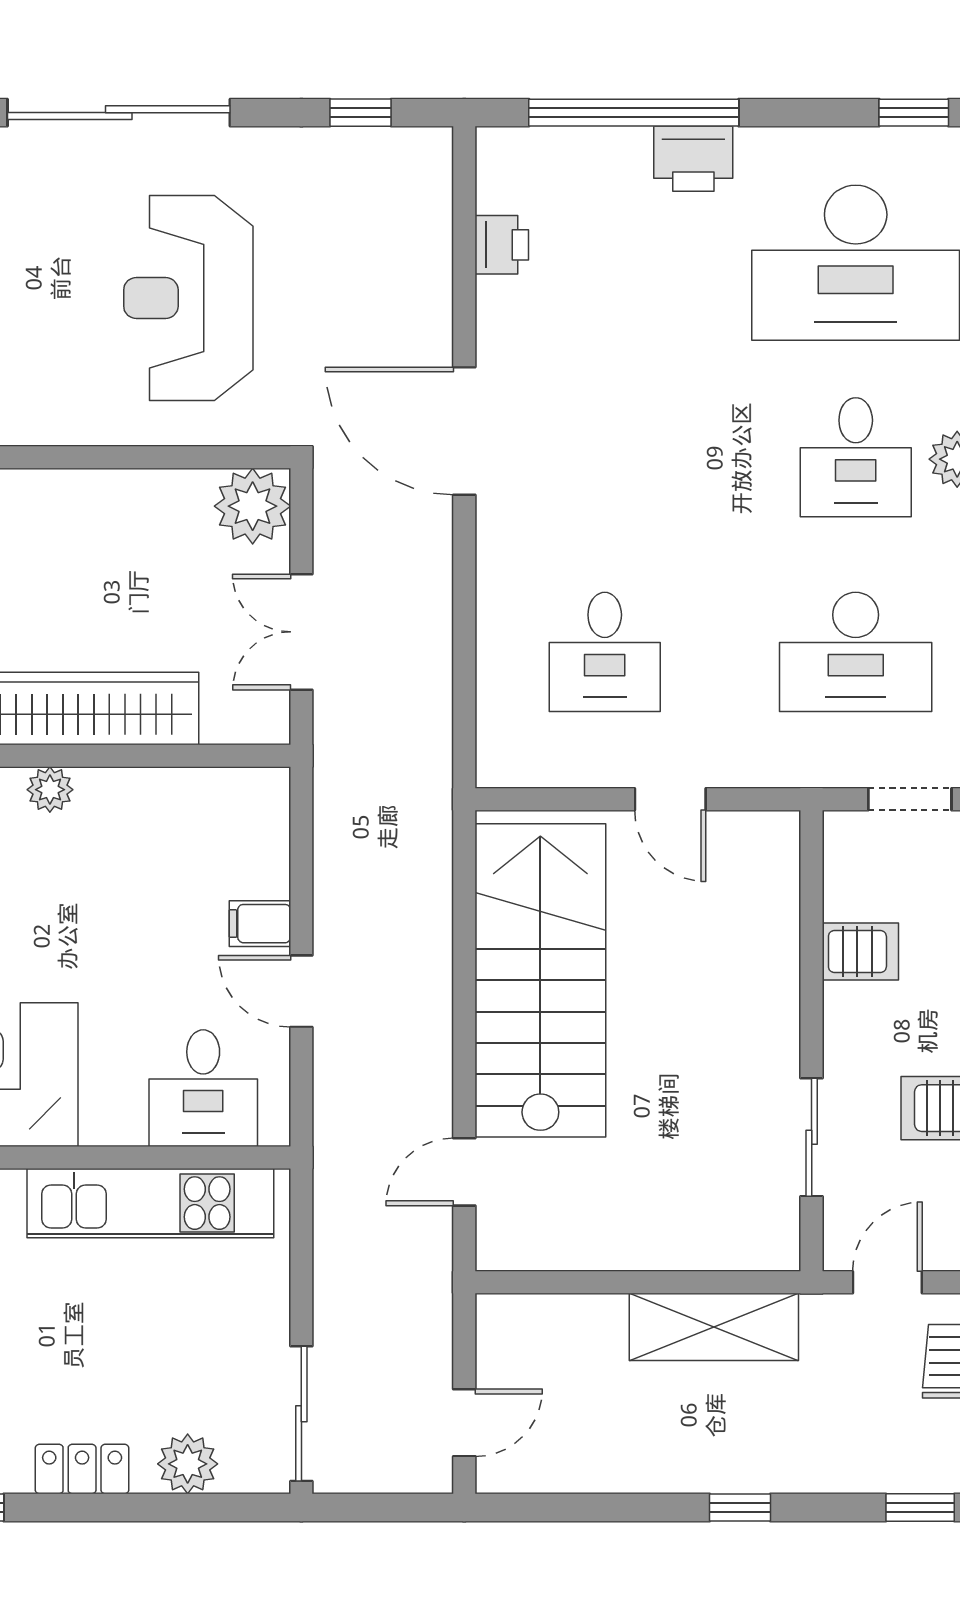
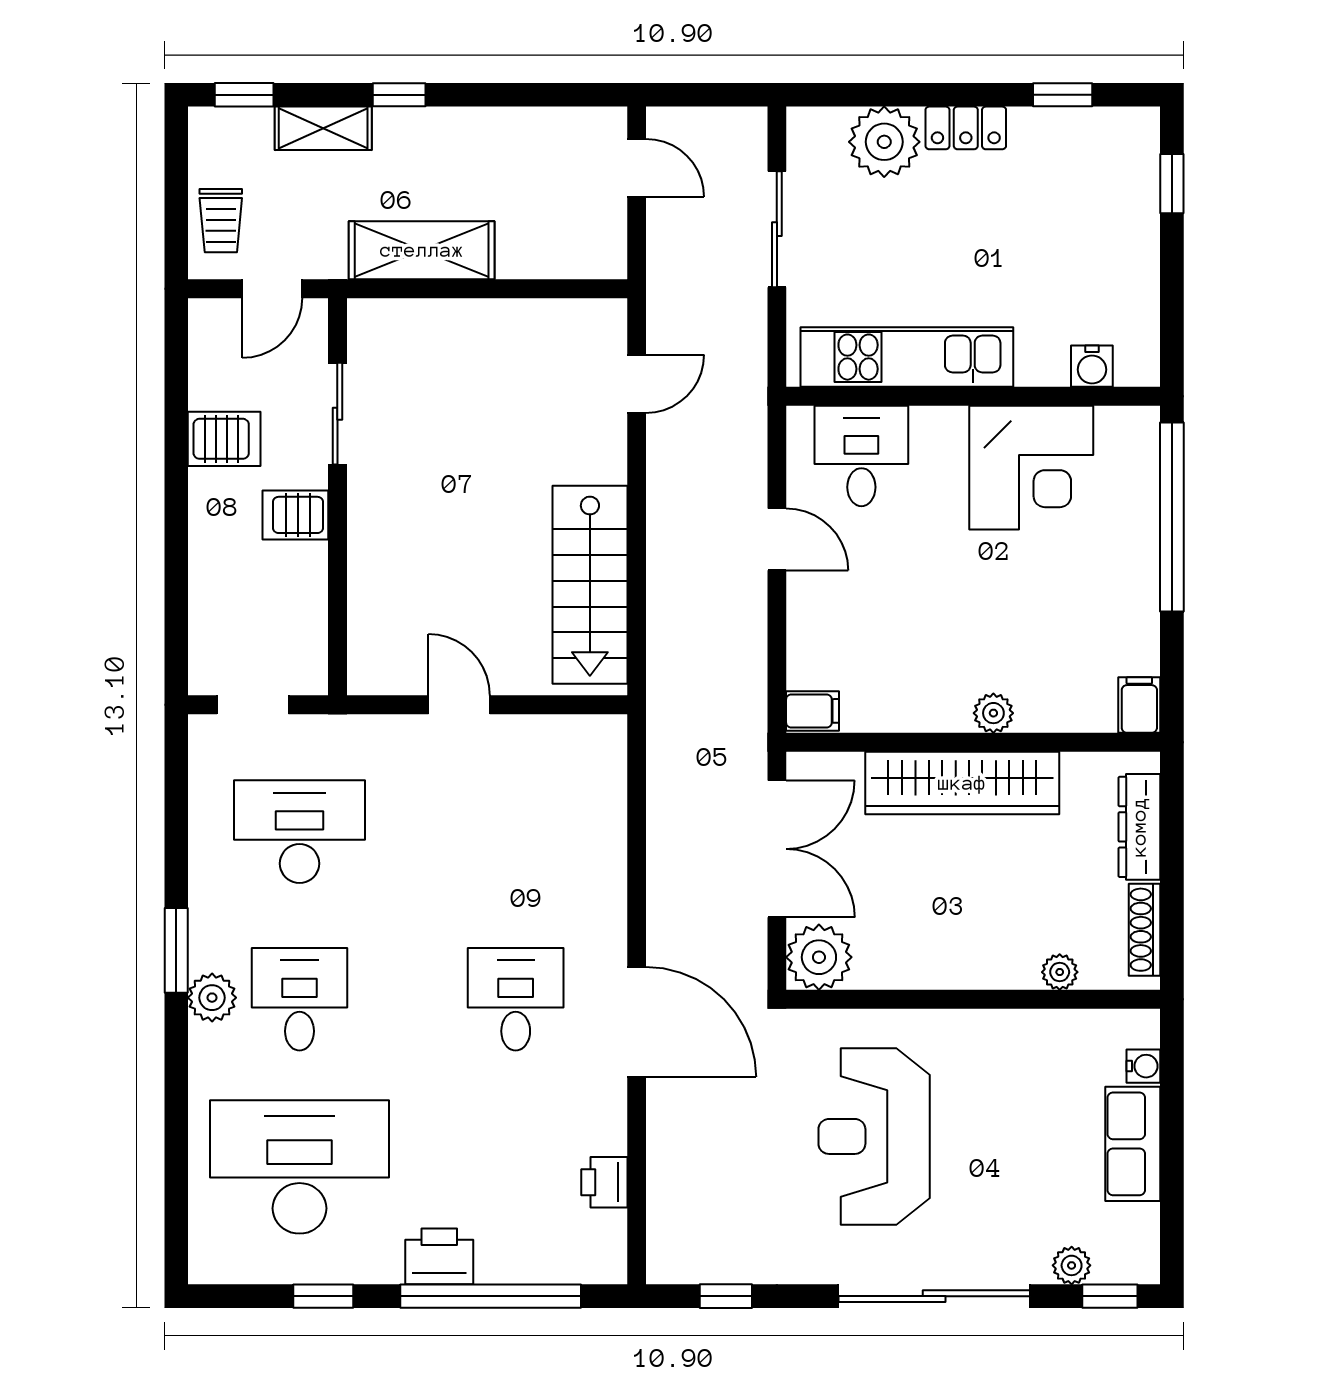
window: (914, 113) -> (323, 1296), moved
reception desk: (188, 298) -> (874, 1136), turned 180
double door: (301, 632) -> (777, 849), width x1.37
desk: (605, 652) -> (516, 999), moved
filing cabinet: (260, 924) -> (813, 711), moved
server rack: (860, 952) -> (295, 515), moved
stairs: (540, 980) -> (590, 585), width x0.73, depth x0.66
sliding door: (301, 1414) -> (777, 229), moved
door: (464, 1423) -> (637, 168), swing flipped
plant: (188, 1464) -> (884, 142), width x1.36, depth x1.36
shelving: (828, 1469) -> (323, 128), added

